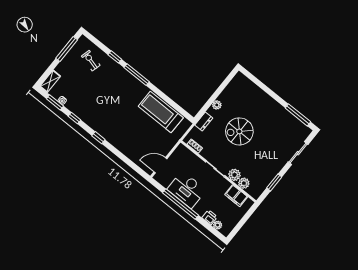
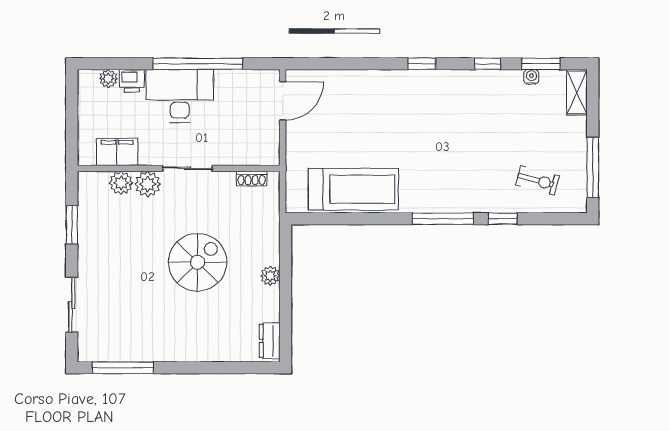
dresser: (204, 121) -> (270, 341), moved
desk: (187, 190) -> (180, 96), moved

